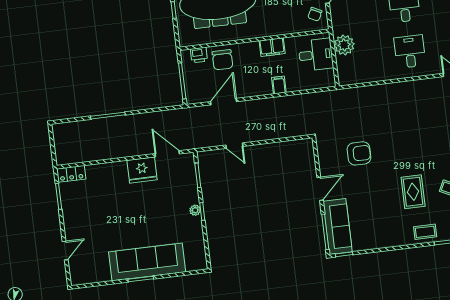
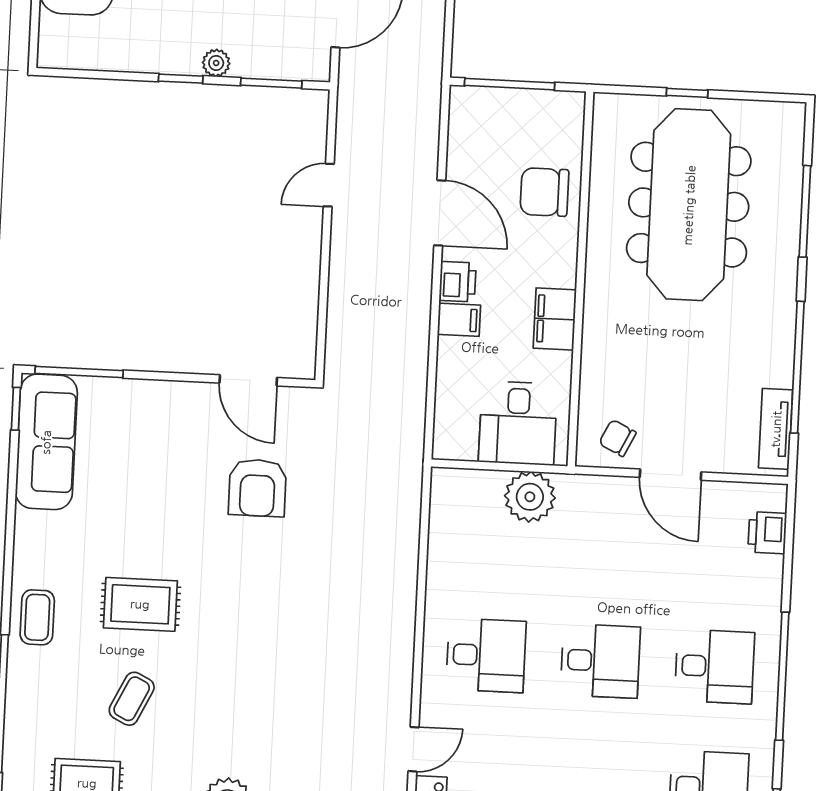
printer: (199, 55) -> (458, 282), moved, turned 180
door: (224, 102) -> (440, 213), moved
door: (320, 189) -> (248, 380), moved
plant: (195, 210) -> (216, 63), moved
sofa: (338, 227) -> (46, 442), moved, turned -90

